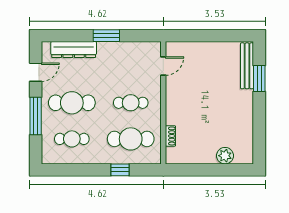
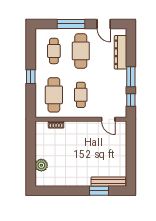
window: (138, 36) -> (131, 100), added
window: (120, 170) -> (31, 77), moved

